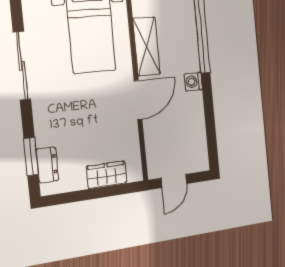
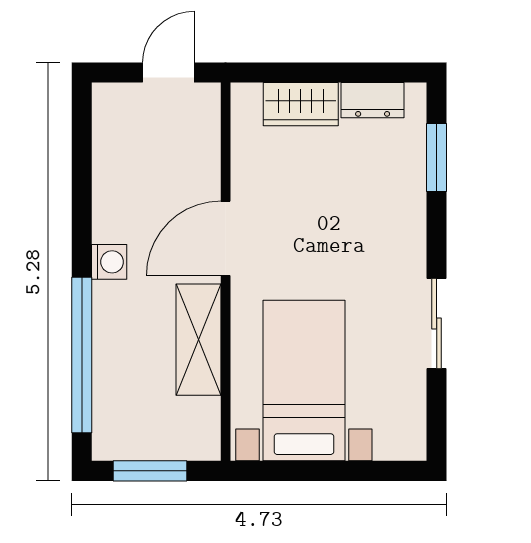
sliding door: (22, 66) -> (437, 323), width x0.73
dresser: (47, 165) -> (373, 100), moved, turned -90

